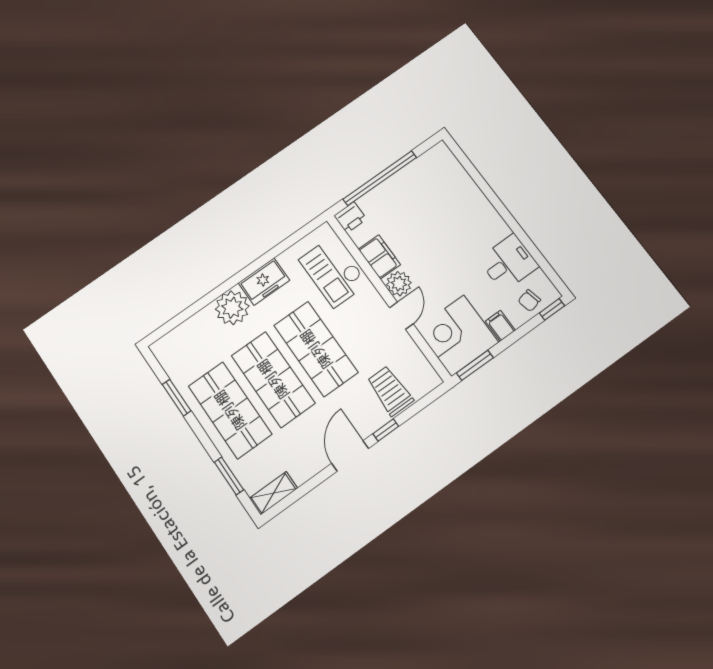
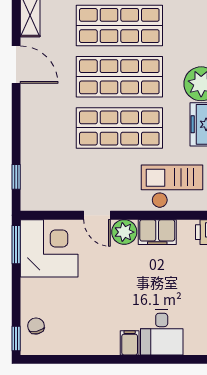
desk: (508, 263) -> (162, 332), moved
filing cabinet: (500, 326) -> (130, 343), moved, turned -90
trolley: (390, 391) -> (44, 163), removed
window: (386, 430) -> (16, 177), moved
door: (350, 456) -> (16, 65), moved

